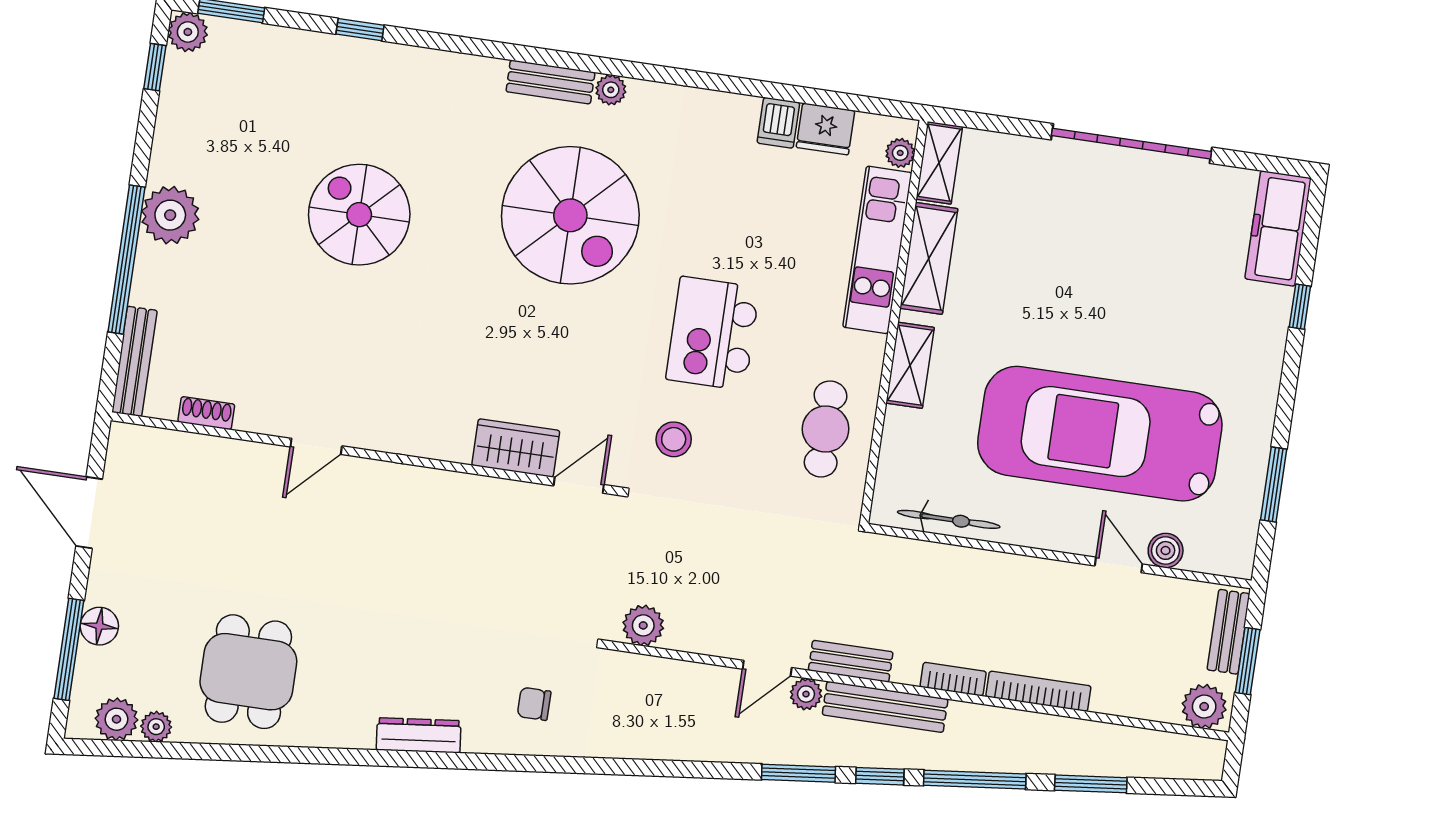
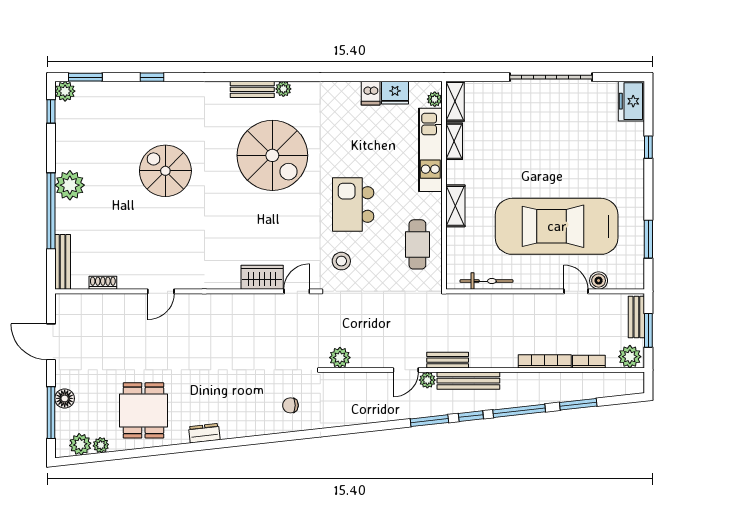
freezer: (1278, 228) -> (631, 101), width x0.71
shelving: (929, 258) -> (454, 141), width x0.67, depth x0.75
bookcase: (953, 679) -> (589, 362), moved
dresser: (419, 735) -> (204, 433), moved, width x0.70

